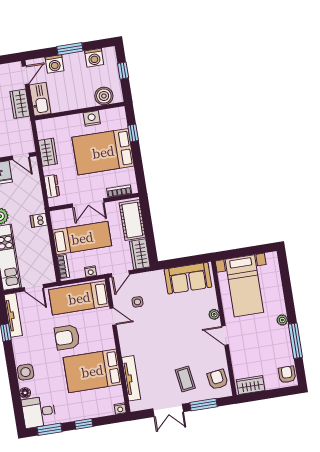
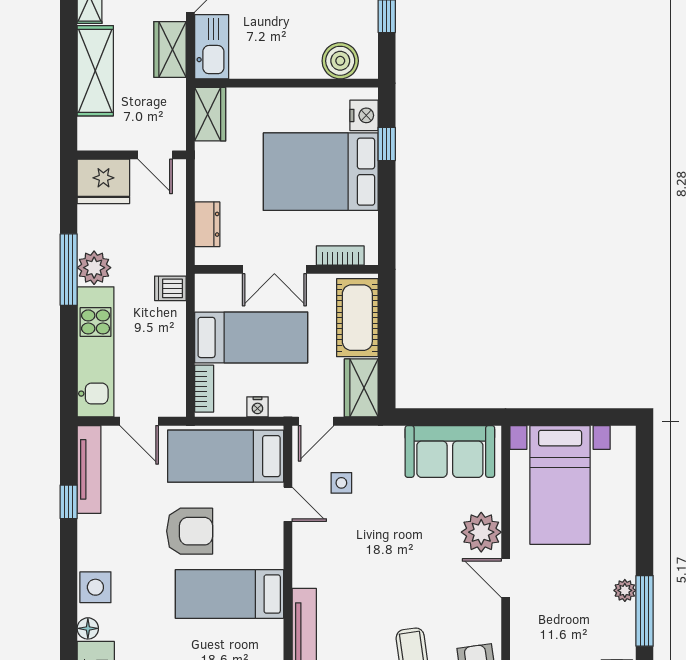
nightstand: (92, 118) -> (364, 115), moved, turned 90
wardrobe: (48, 152) -> (210, 114), moved
plant: (214, 314) -> (481, 532), width x1.88, depth x1.88
plant: (282, 320) -> (625, 590), moved
armchair: (67, 337) -> (190, 531), turned 180
bed: (92, 371) -> (229, 594), width x0.67

